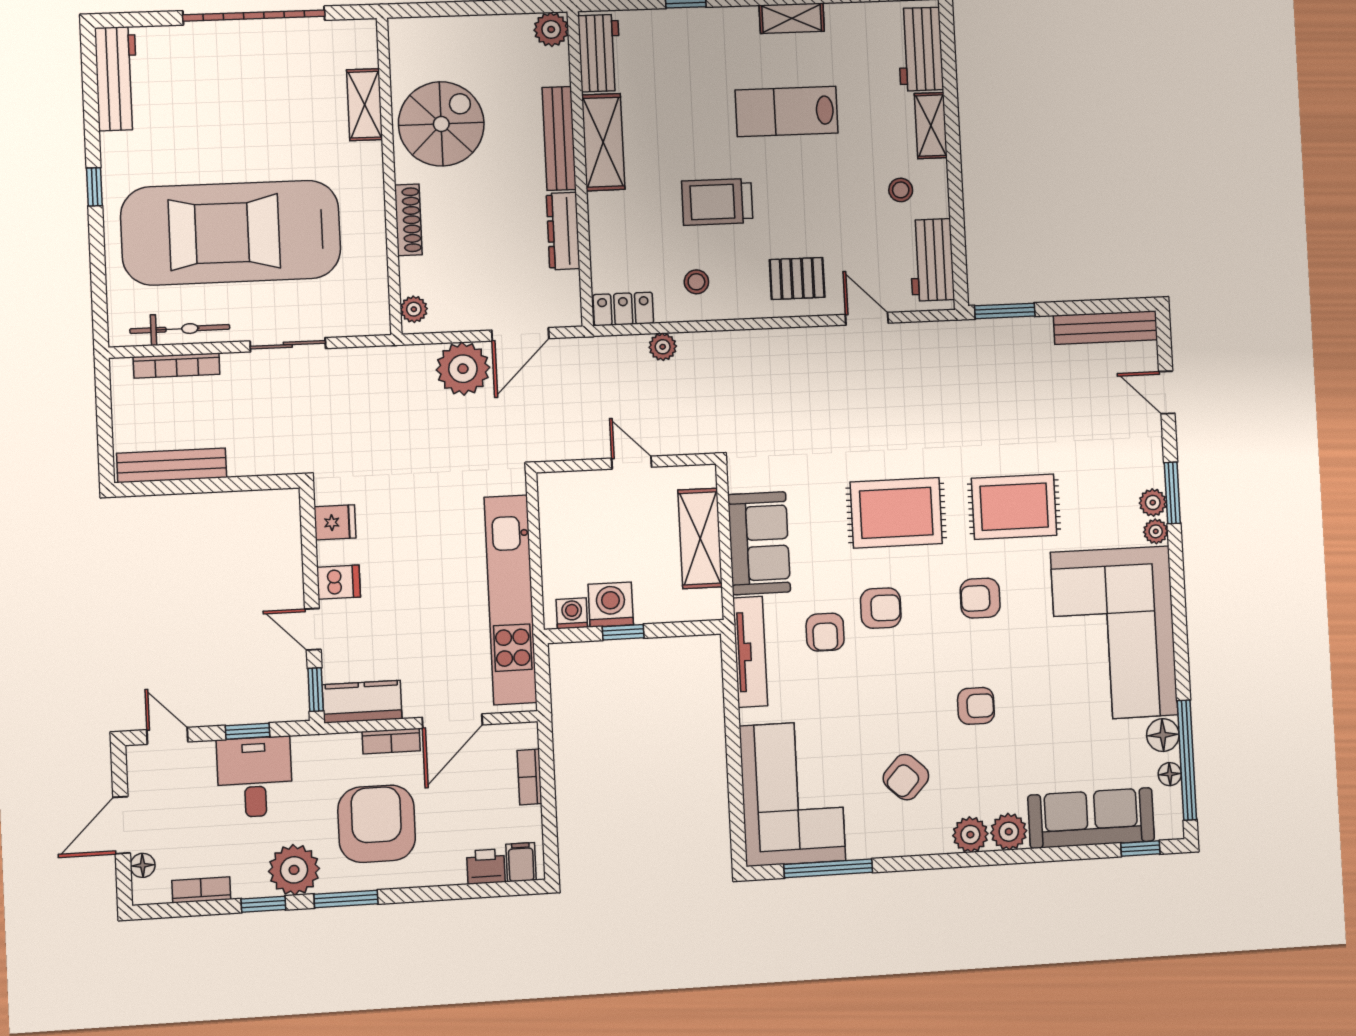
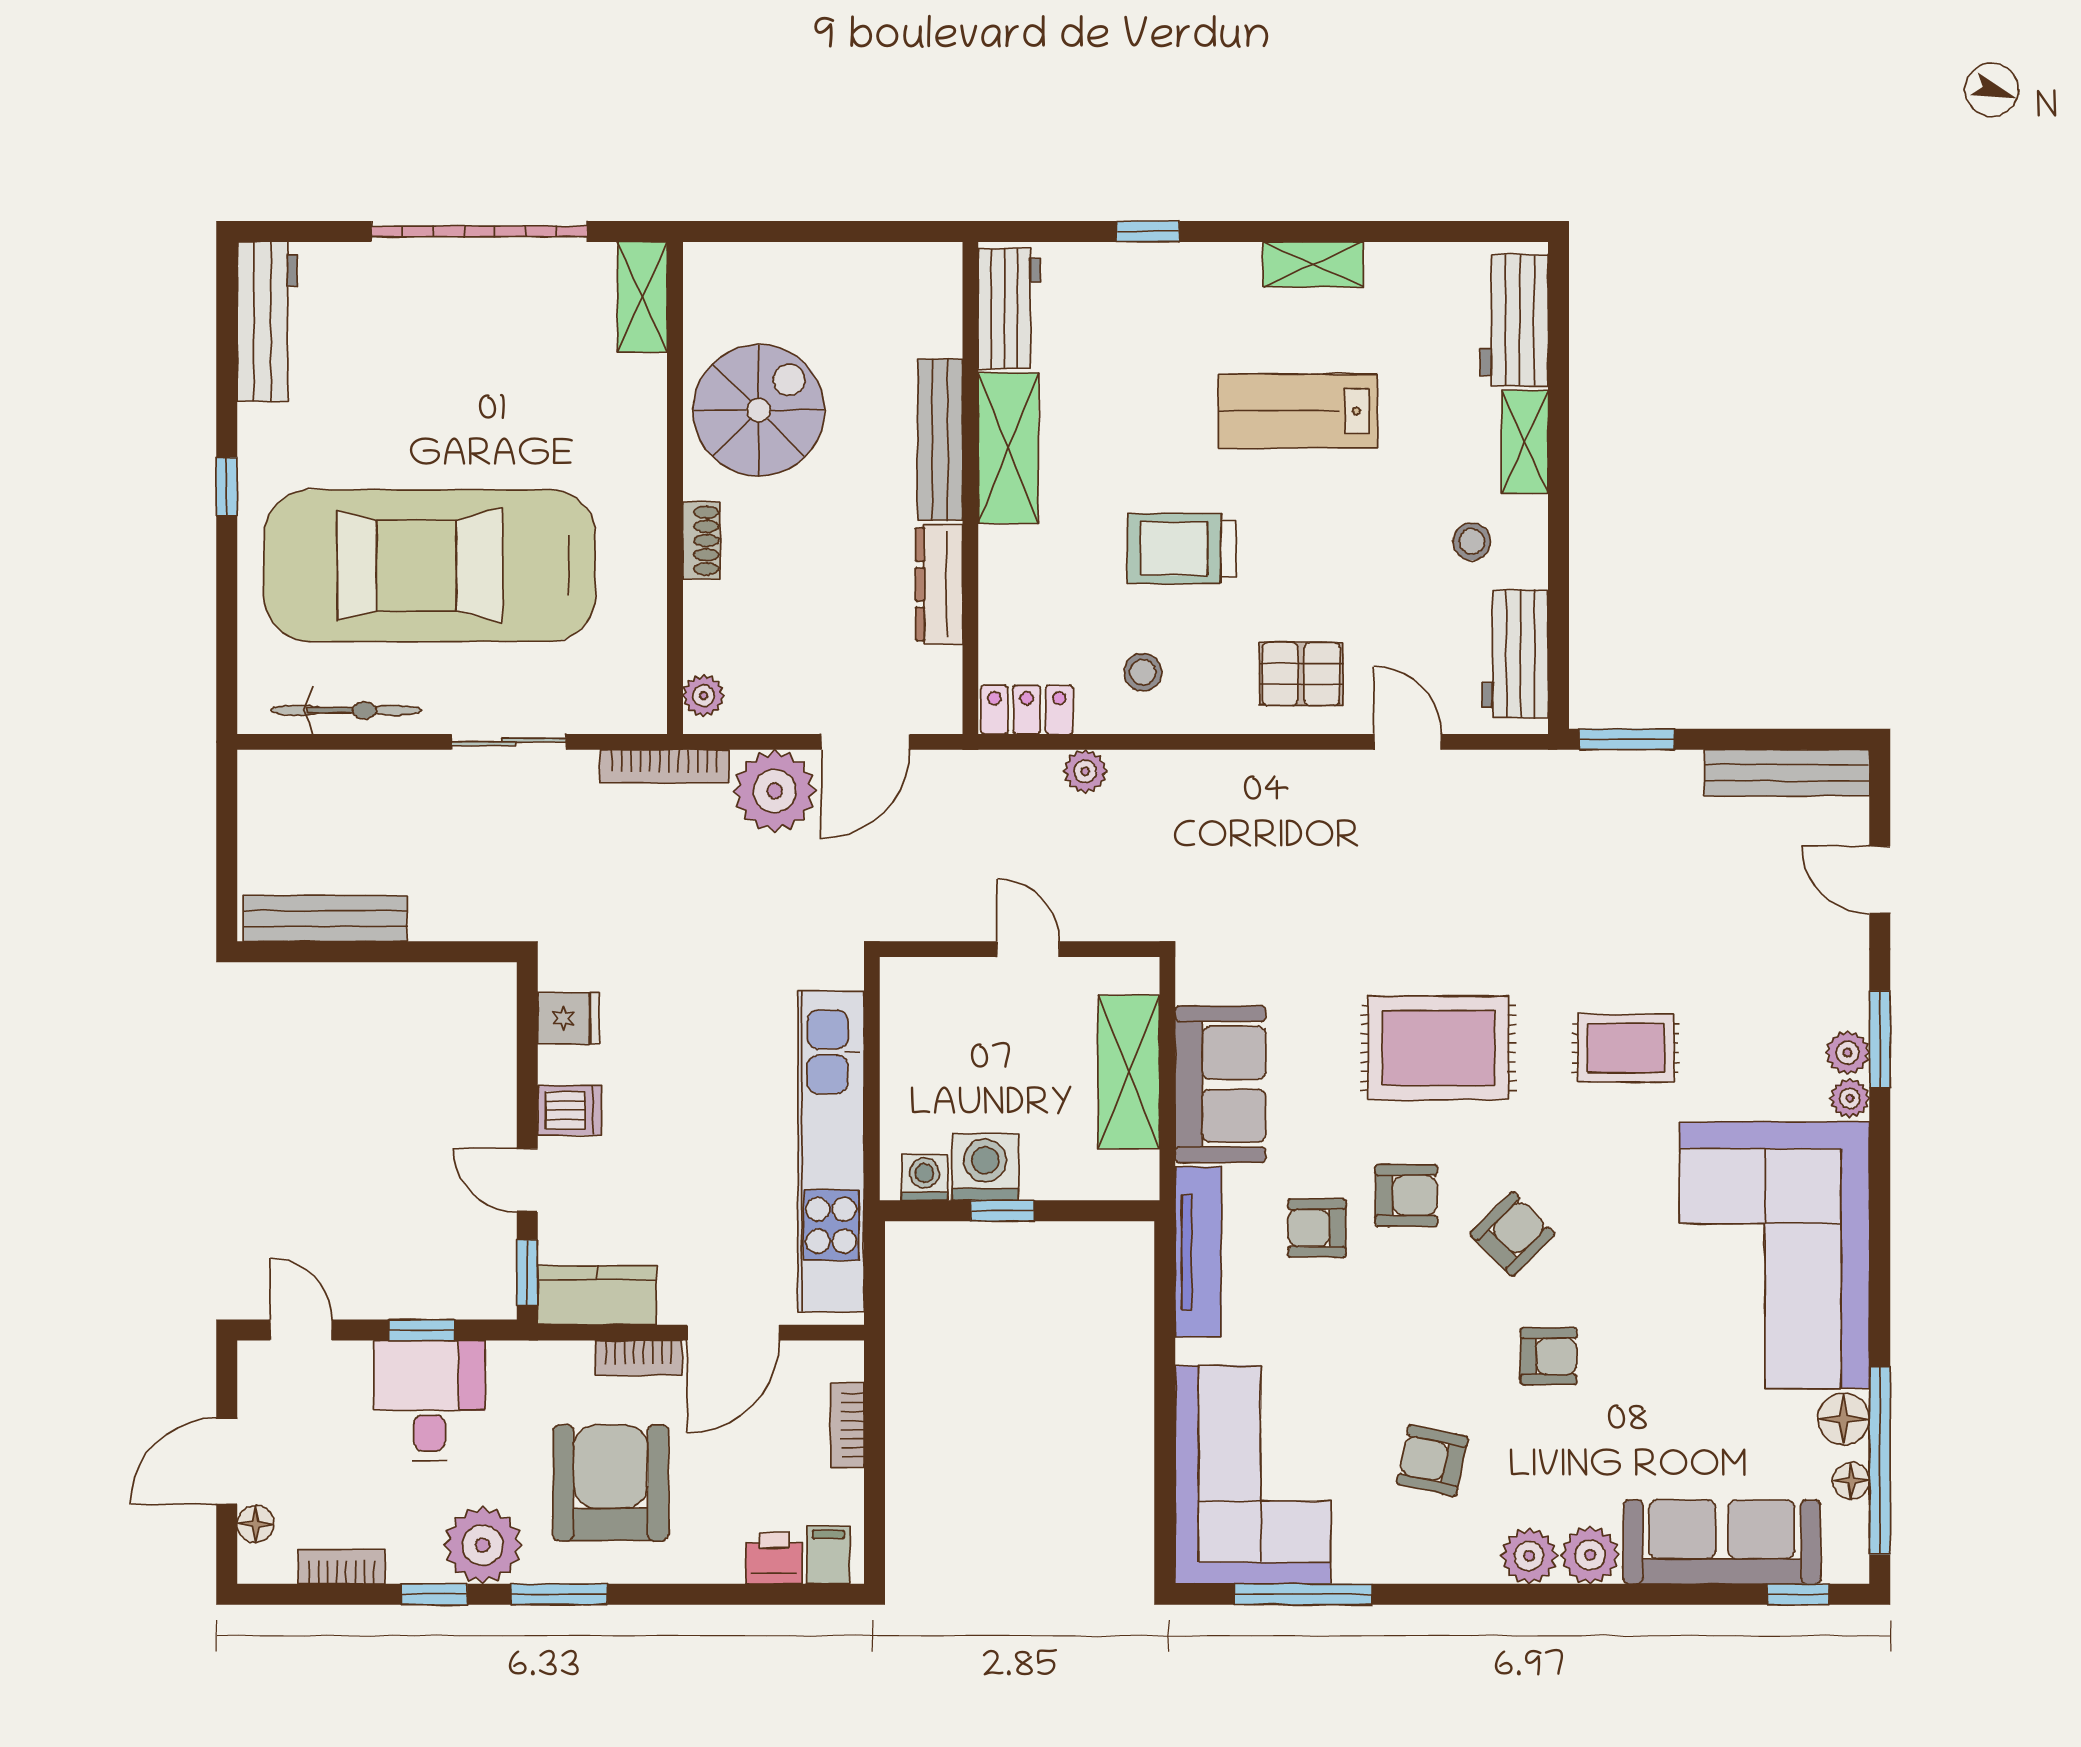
plant: (551, 29) -> (936, 269), removed
shelving: (365, 105) -> (642, 297), moved
shoe rack: (408, 220) -> (701, 541), width x0.70
bookcase: (177, 366) -> (664, 766), moved
rug: (1014, 507) -> (1626, 1048), width x0.73, depth x0.70
armchair: (980, 598) -> (1512, 1234), moved, turned 135
armchair: (825, 632) -> (1317, 1228), turned 90
armchair: (906, 777) -> (1432, 1460), turned 59

